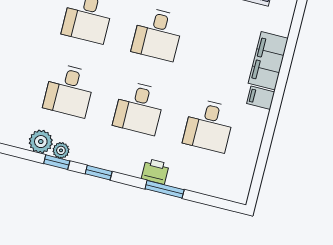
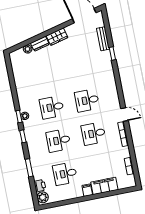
plant: (41, 142) -> (43, 197), moved
printer: (155, 171) -> (40, 186), moved

